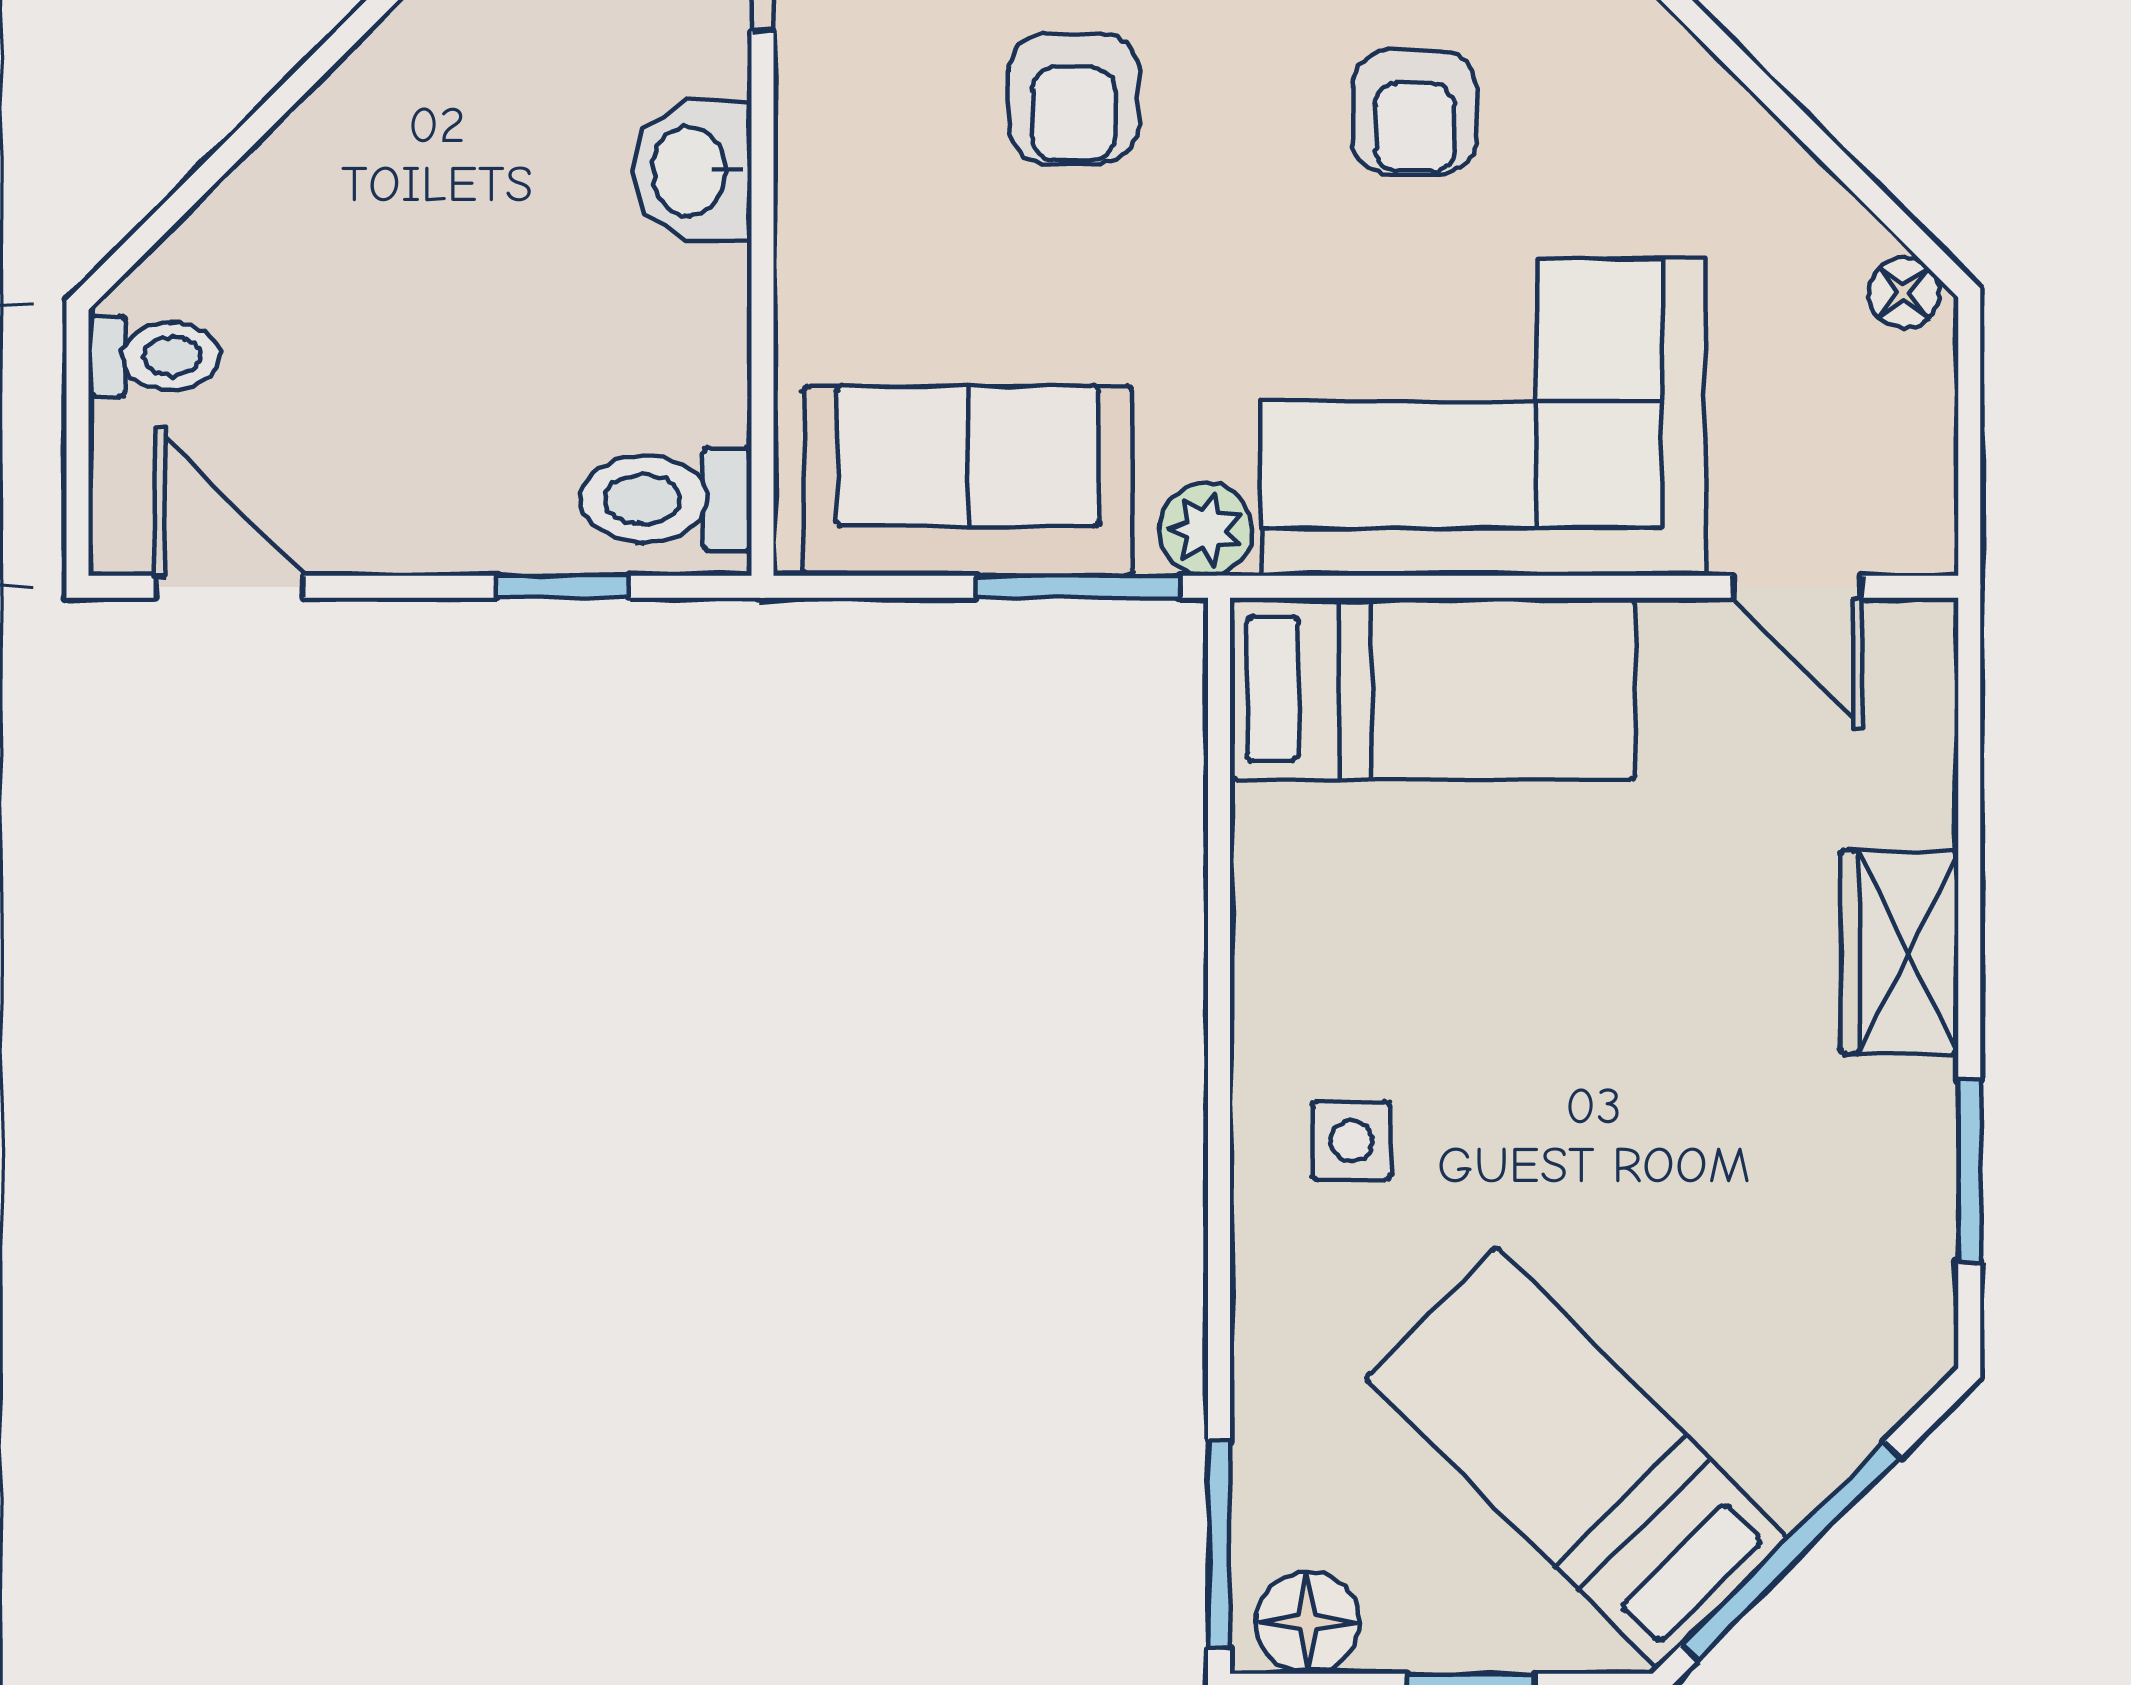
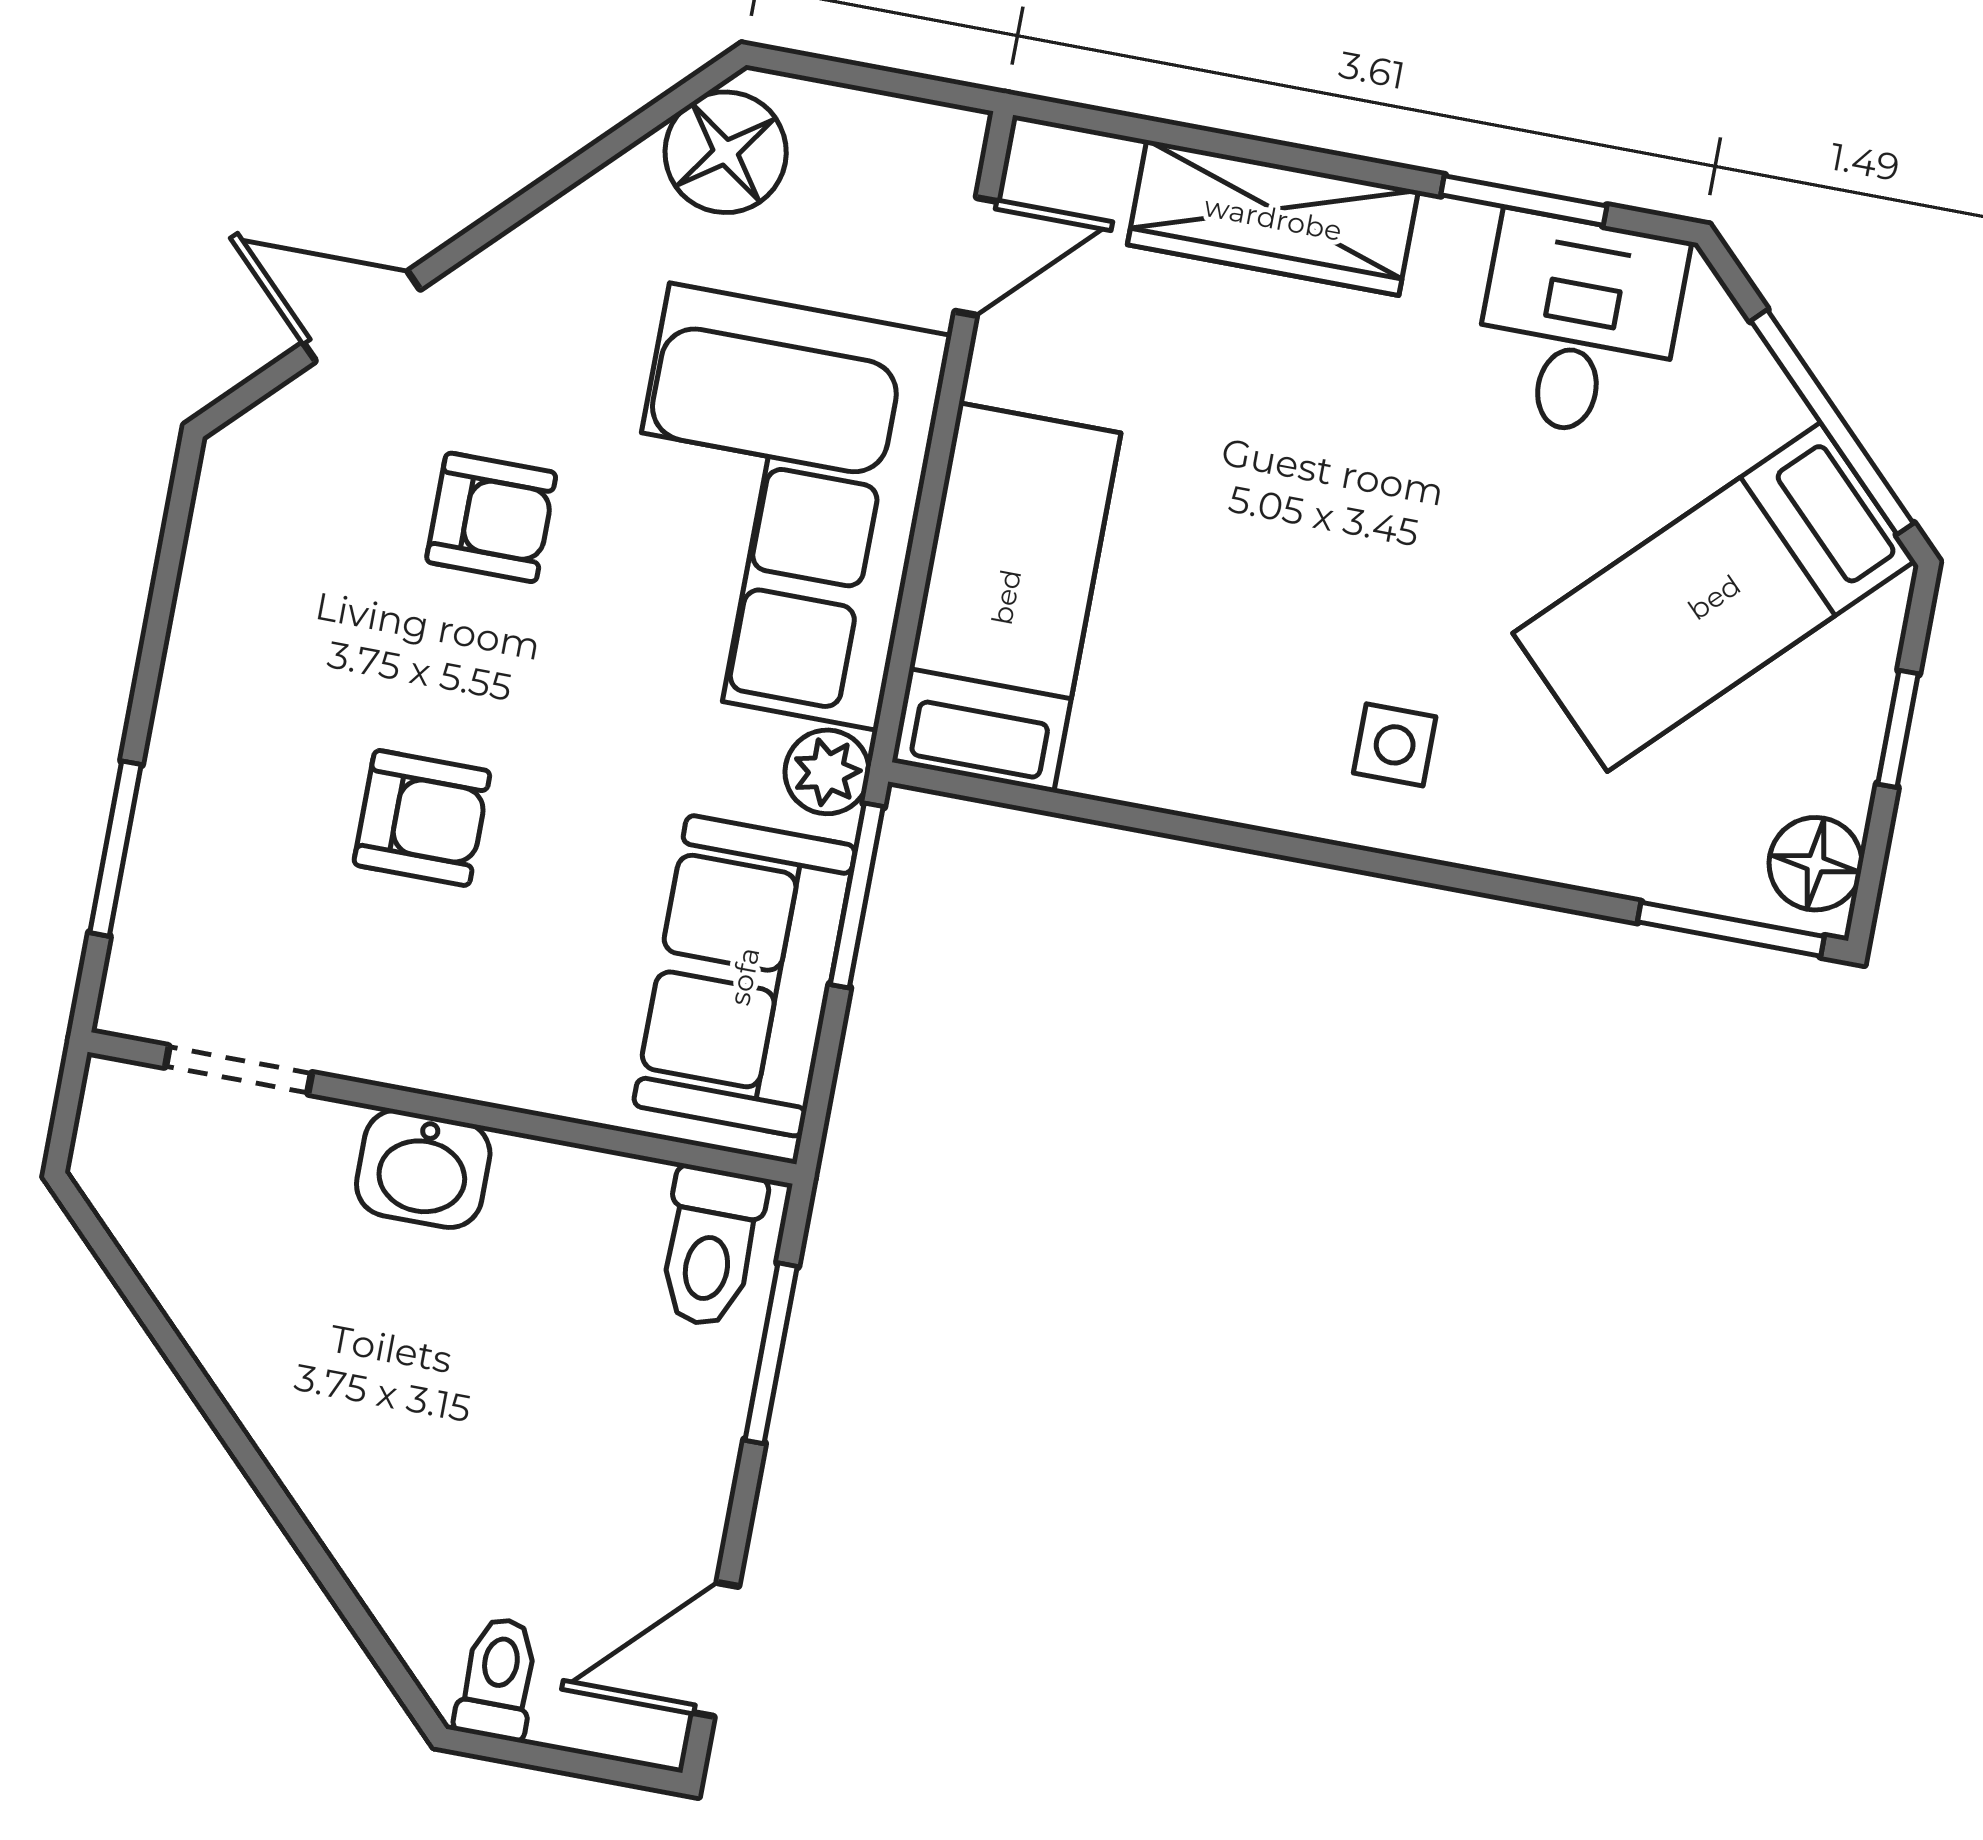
floor lamp: (1904, 293) -> (726, 152), width x1.89, depth x1.89
window: (563, 587) -> (771, 1353), width x1.50
wardrobe: (1899, 952) -> (1273, 218), width x1.50
desk: (1844, 1256) -> (1579, 326), added

